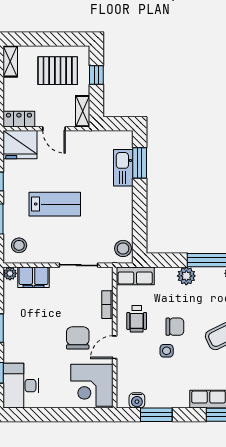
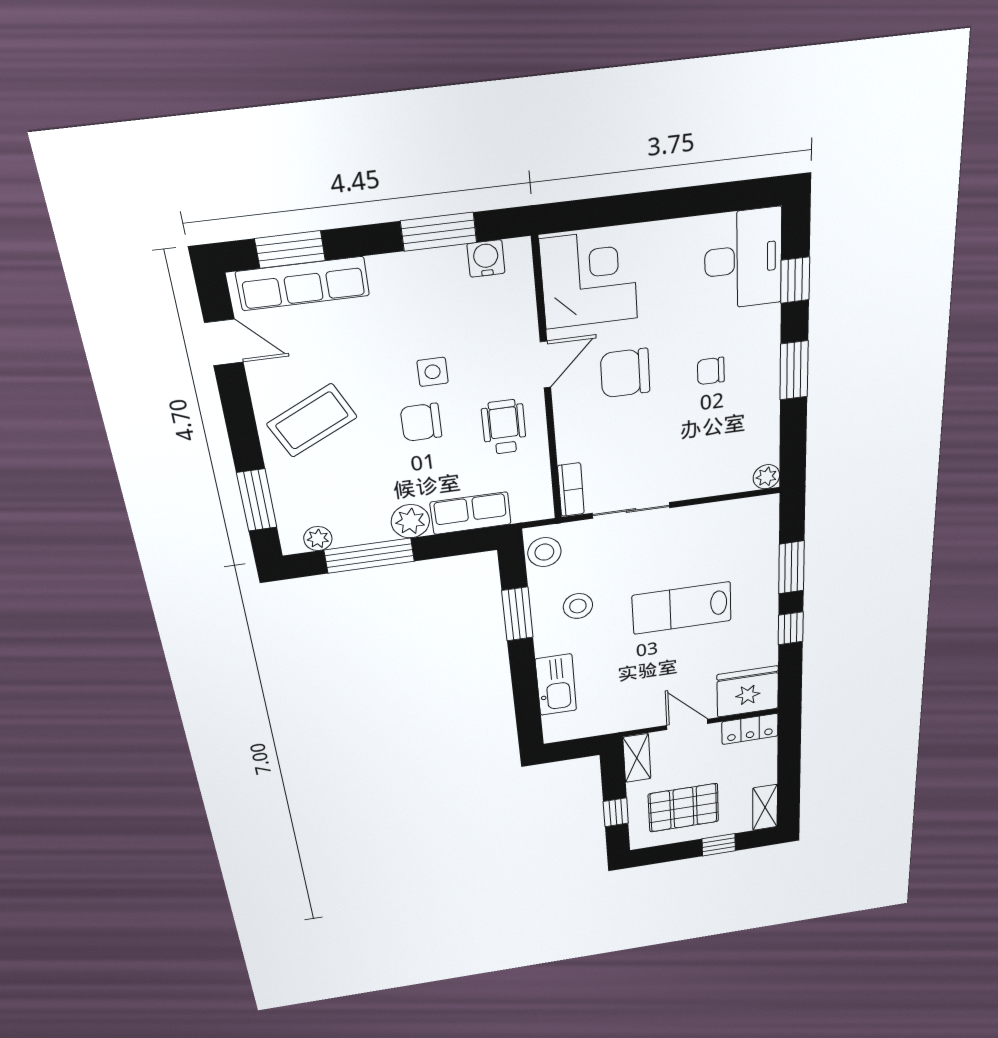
window: (38, 39) -> (719, 845), added
window: (140, 163) -> (517, 614), moved
stool: (19, 245) -> (578, 606), moved
row of seats: (135, 276) -> (471, 513), moved
filing cabinet: (34, 277) -> (720, 476), removed
bookcase: (107, 305) -> (571, 490), moved
chair: (37, 333) -> (711, 371), added
chair: (78, 338) -> (625, 373), turned 90

